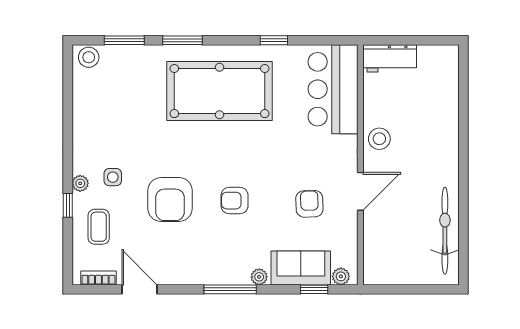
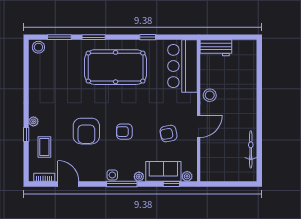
side table: (113, 177) -> (112, 175), moved
armchair: (309, 204) -> (169, 134), turned -99
bicycle: (445, 231) -> (251, 149), width x0.73, depth x0.71

